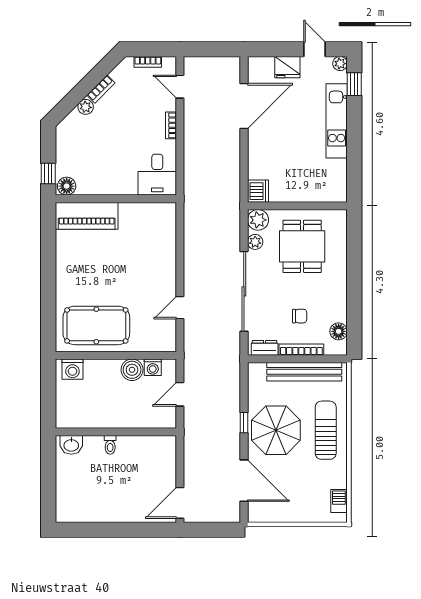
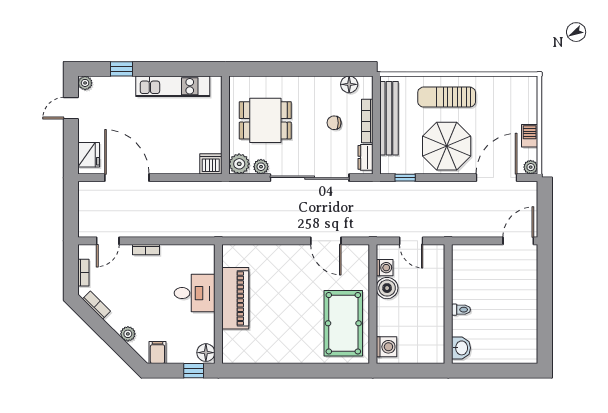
fridge: (287, 67) -> (89, 155), moved
window: (354, 84) -> (121, 69), moved
bookcase: (101, 89) -> (96, 305), moved
kitchen unit: (337, 121) -> (173, 86), moved
filing cabinet: (67, 137) -> (157, 353), added
desk: (157, 175) -> (195, 293), moved
piano: (87, 216) -> (235, 298), moved
door: (180, 308) -> (326, 241), width x1.37
chair: (300, 316) -> (334, 123), turned -90
window: (244, 423) -> (405, 178), moved
barbecue: (339, 501) -> (530, 136), moved, turned 90
door: (180, 503) -> (518, 241), swing flipped
plant: (255, 515) -> (531, 167), added

